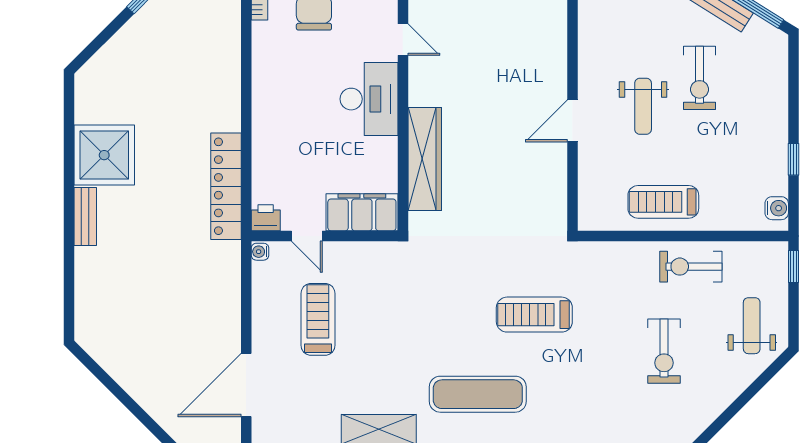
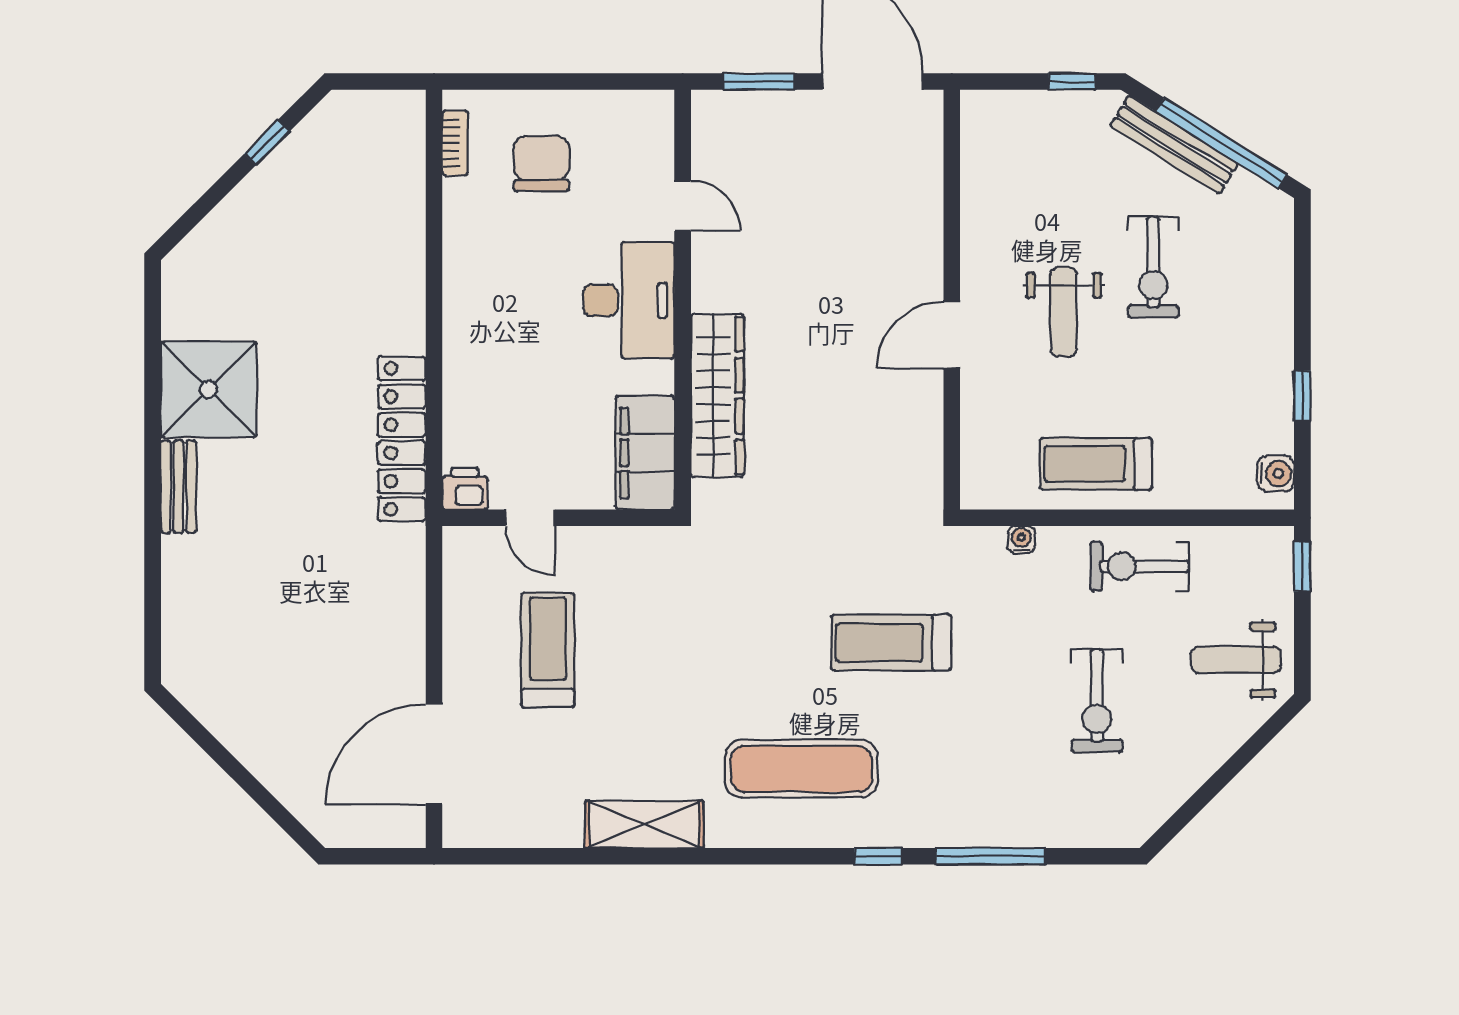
filing cabinet: (362, 212) -> (645, 453), moved, turned -90
water cooler: (260, 252) -> (1021, 540), moved, turned 90
weight bench: (752, 326) -> (1236, 660), turned -90

